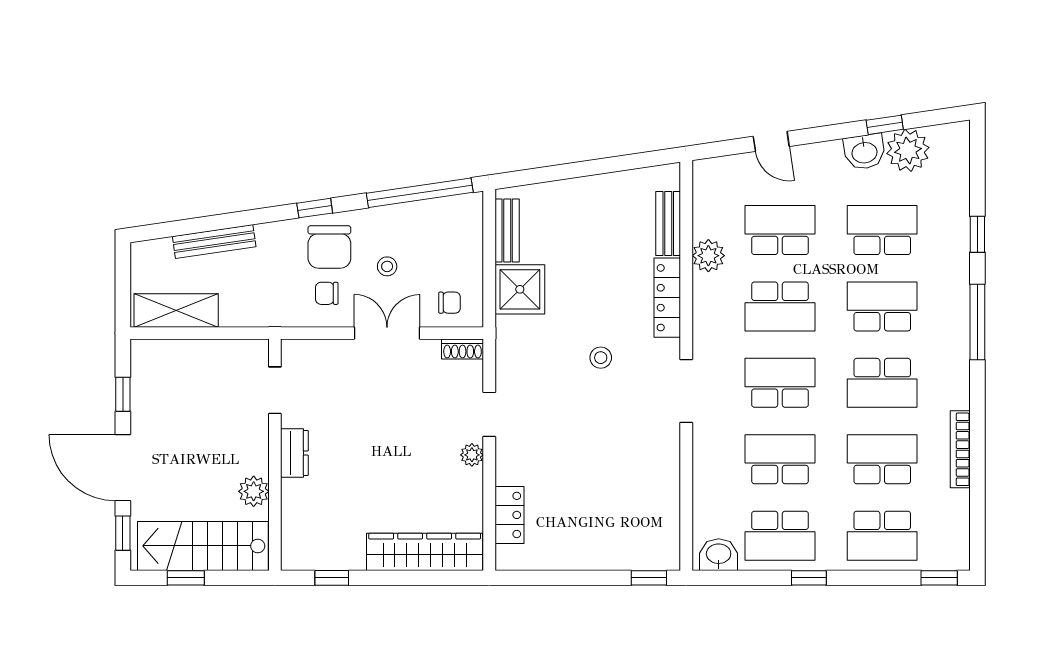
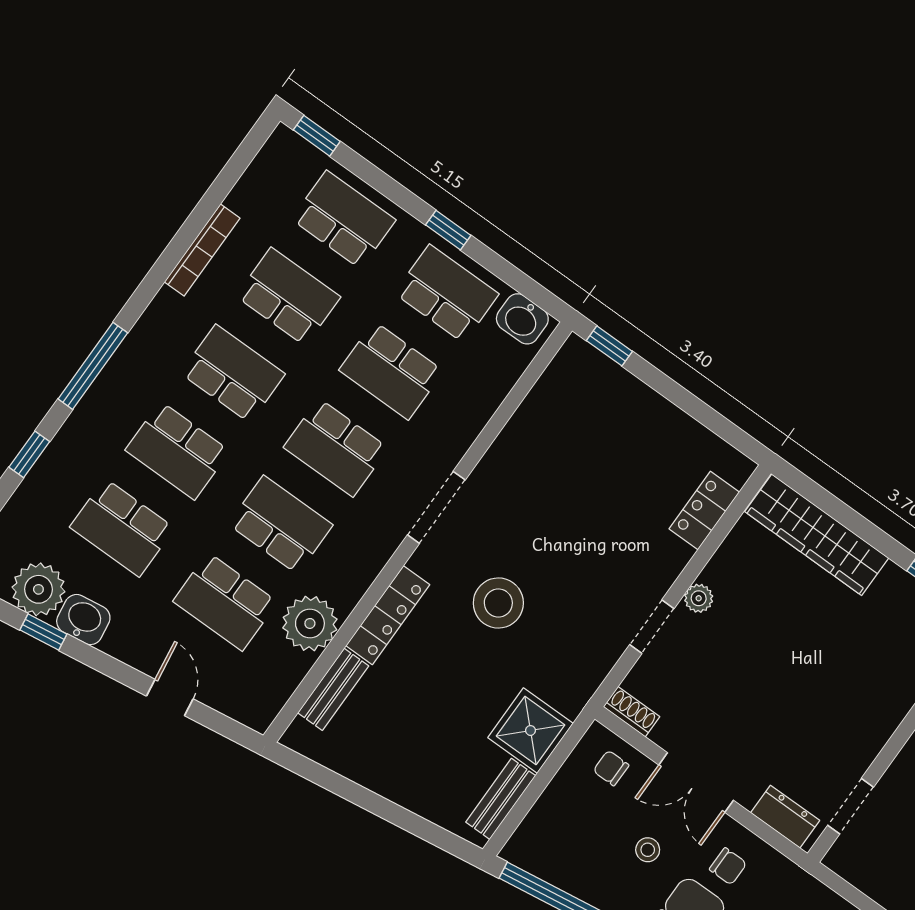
plant: (708, 256) -> (310, 623), width x1.36, depth x1.36
stool: (601, 358) -> (498, 603), width x1.89, depth x1.89
dresser: (294, 453) -> (785, 817), moved, turned 90
school desk: (882, 459) -> (288, 297), turned 180

